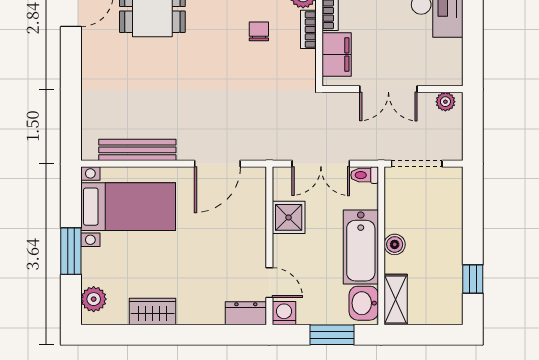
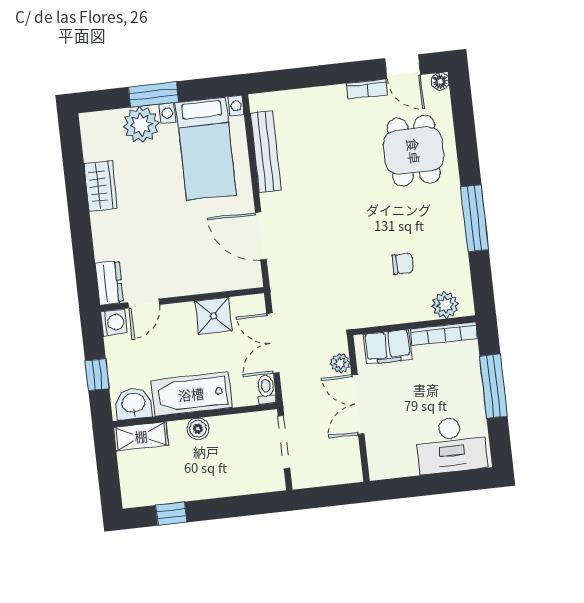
bookcase: (308, 29) -> (367, 89), moved, turned 180
plant: (445, 102) -> (340, 363), moved
plant: (94, 299) -> (141, 125), moved, width x1.36, depth x1.36
window: (332, 335) -> (97, 375), width x0.67

